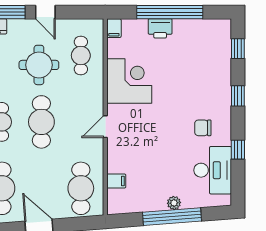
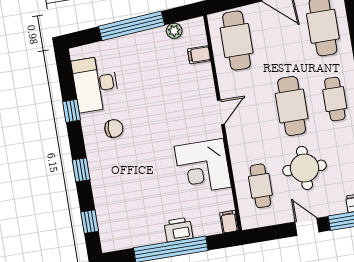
plant: (174, 203) -> (174, 31), moved

